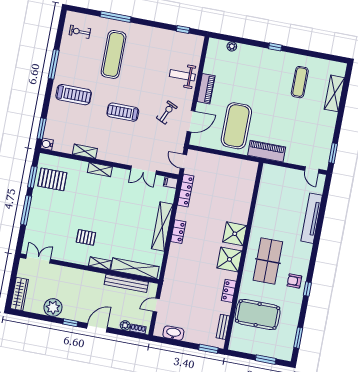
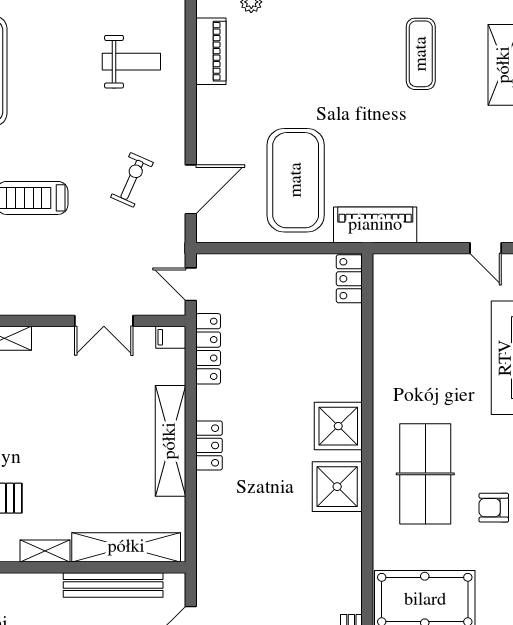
weight bench: (182, 75) -> (131, 62), moved, turned 180
piano: (206, 89) -> (211, 51), moved
locker: (229, 291) -> (349, 279), moved

